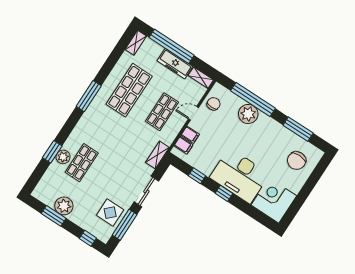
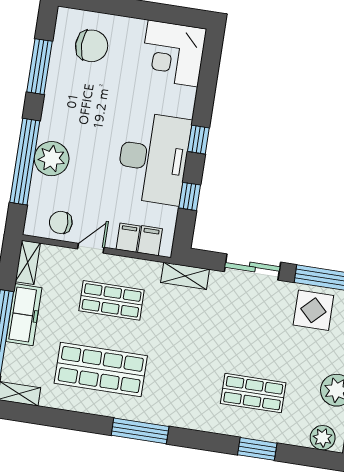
door: (193, 113) -> (91, 248), swing flipped
plant: (63, 157) -> (323, 438), moved
desk: (240, 176) -> (153, 158), moved

